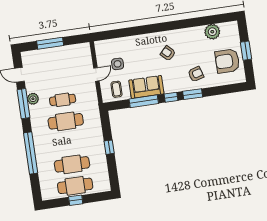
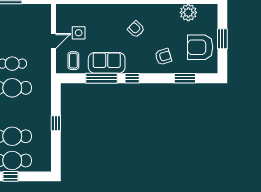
window: (193, 94) -> (185, 78), moved

